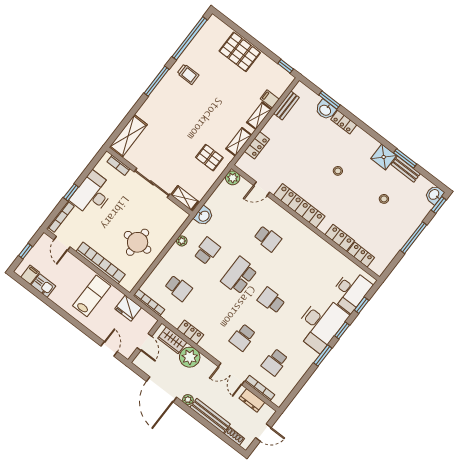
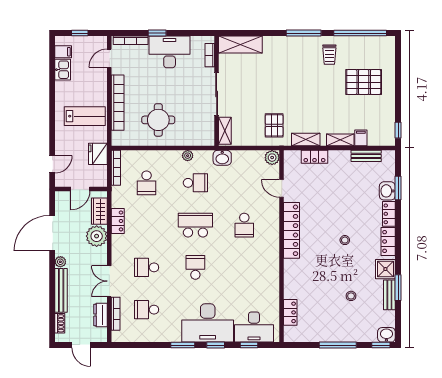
pallet: (240, 52) -> (364, 82), moved, turned 90
locker: (340, 238) -> (388, 241), moved, turned 180

